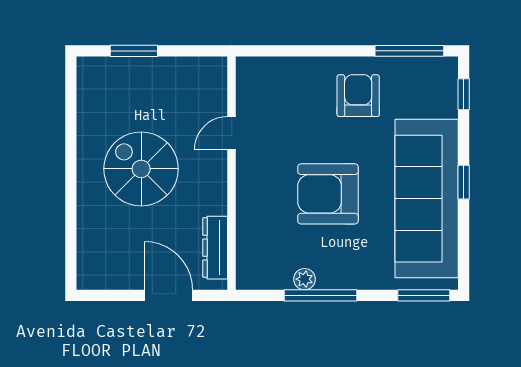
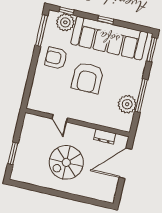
plant: (439, 98) -> (65, 22), added
armchair: (328, 194) -> (87, 78), moved
dresser: (215, 248) -> (105, 137), width x0.70
plant: (304, 279) -> (127, 104), width x1.88, depth x1.88
door: (168, 295) -> (125, 163), width x1.36

